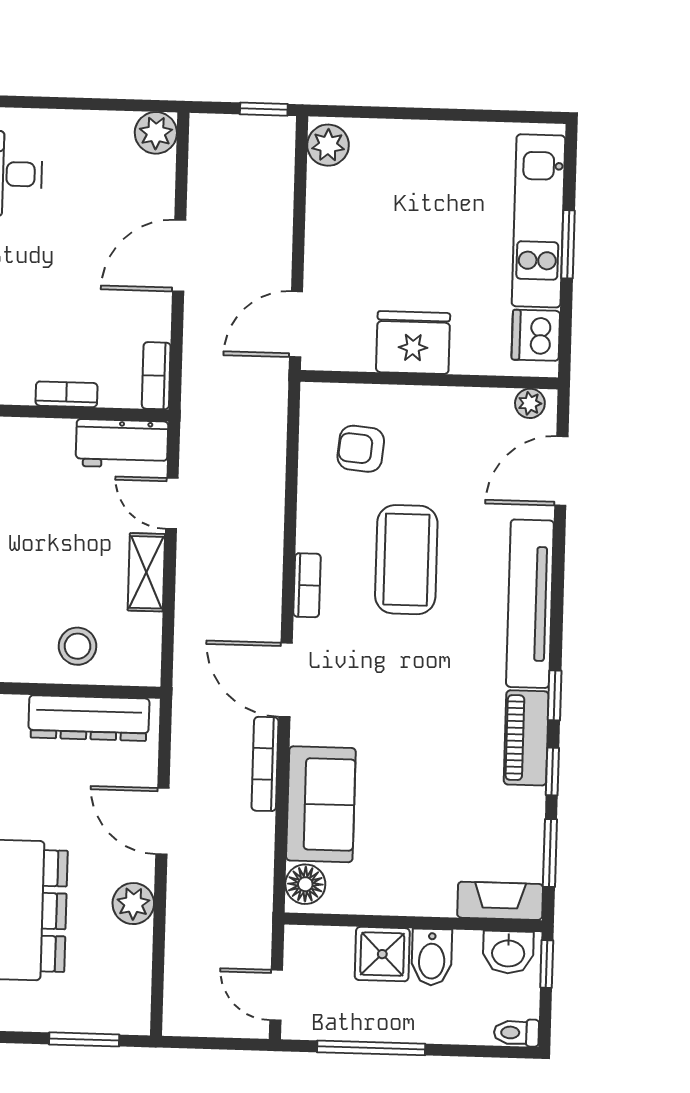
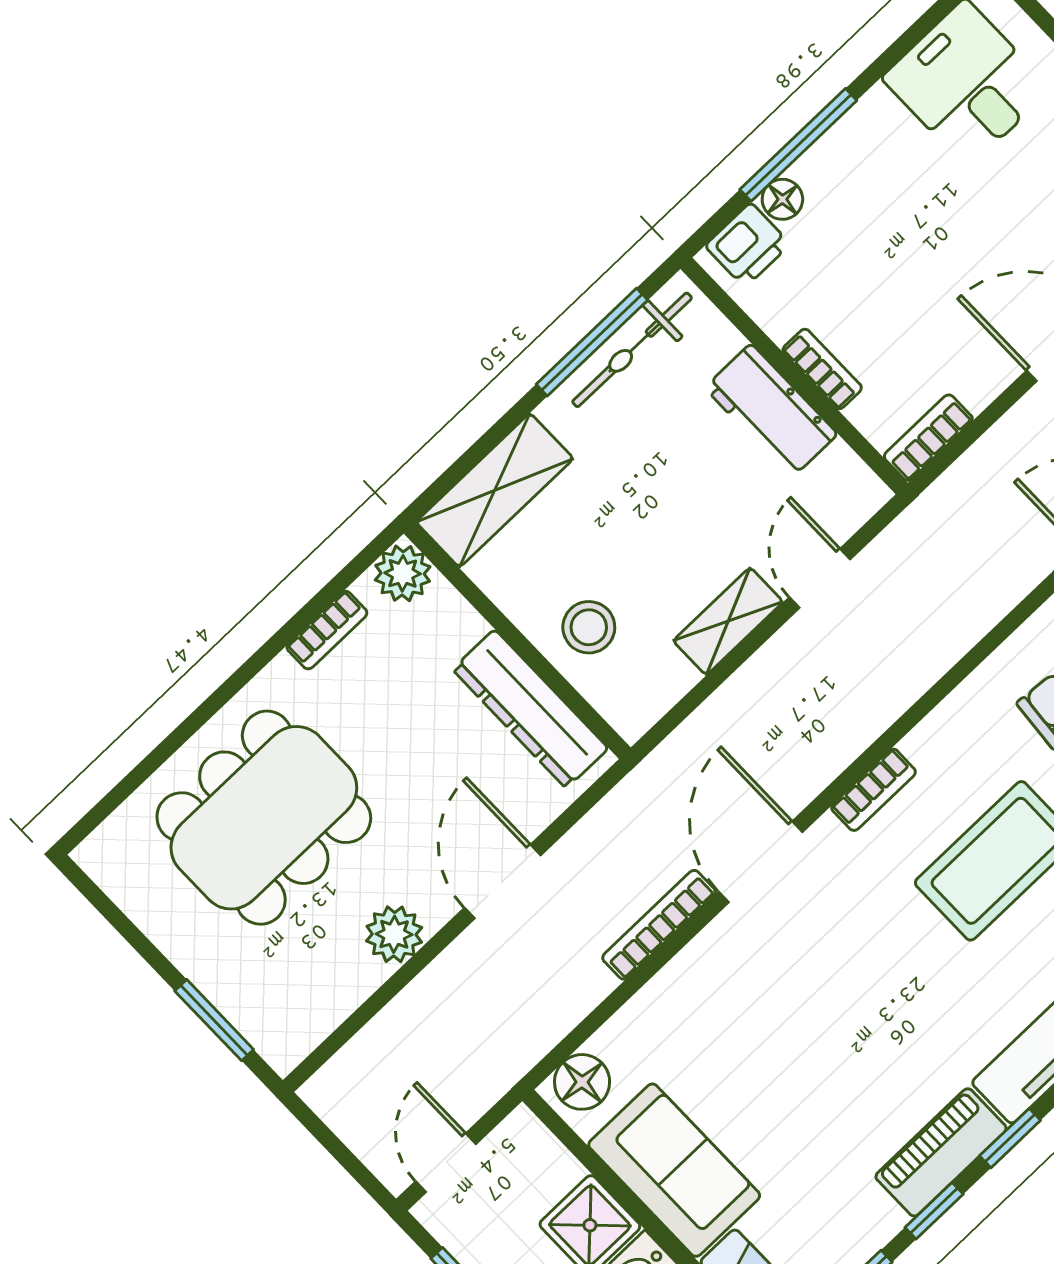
workbench: (122, 444) -> (771, 411), moved
sofa: (321, 804) -> (674, 1170), moved, turned -90

